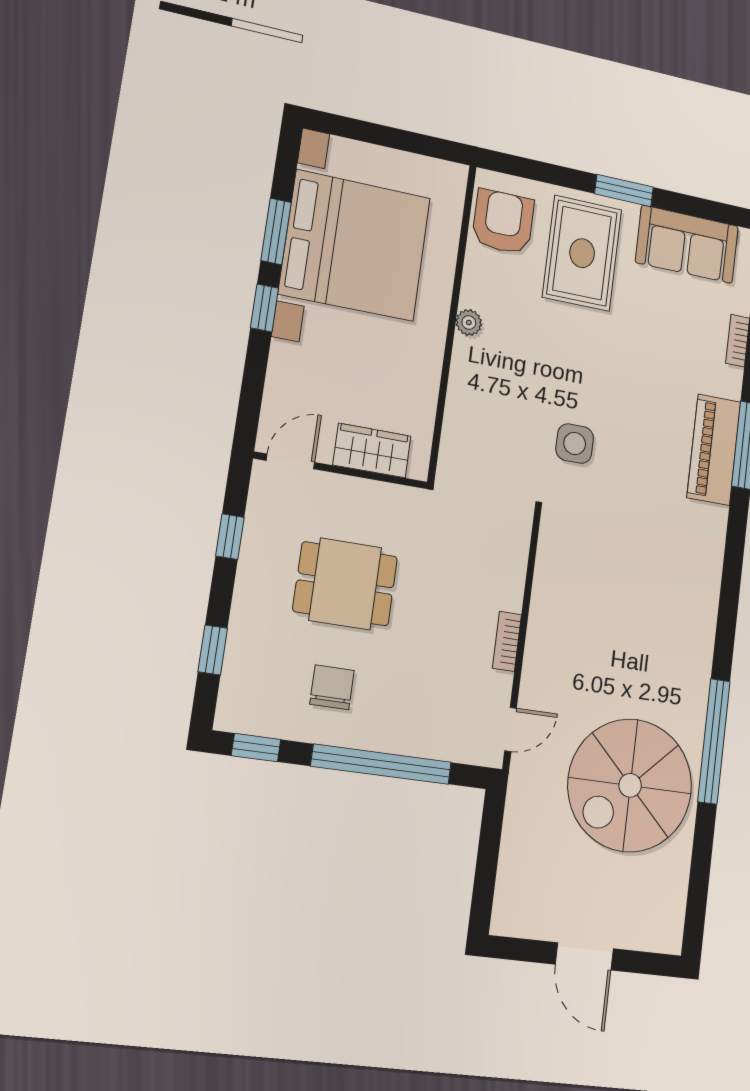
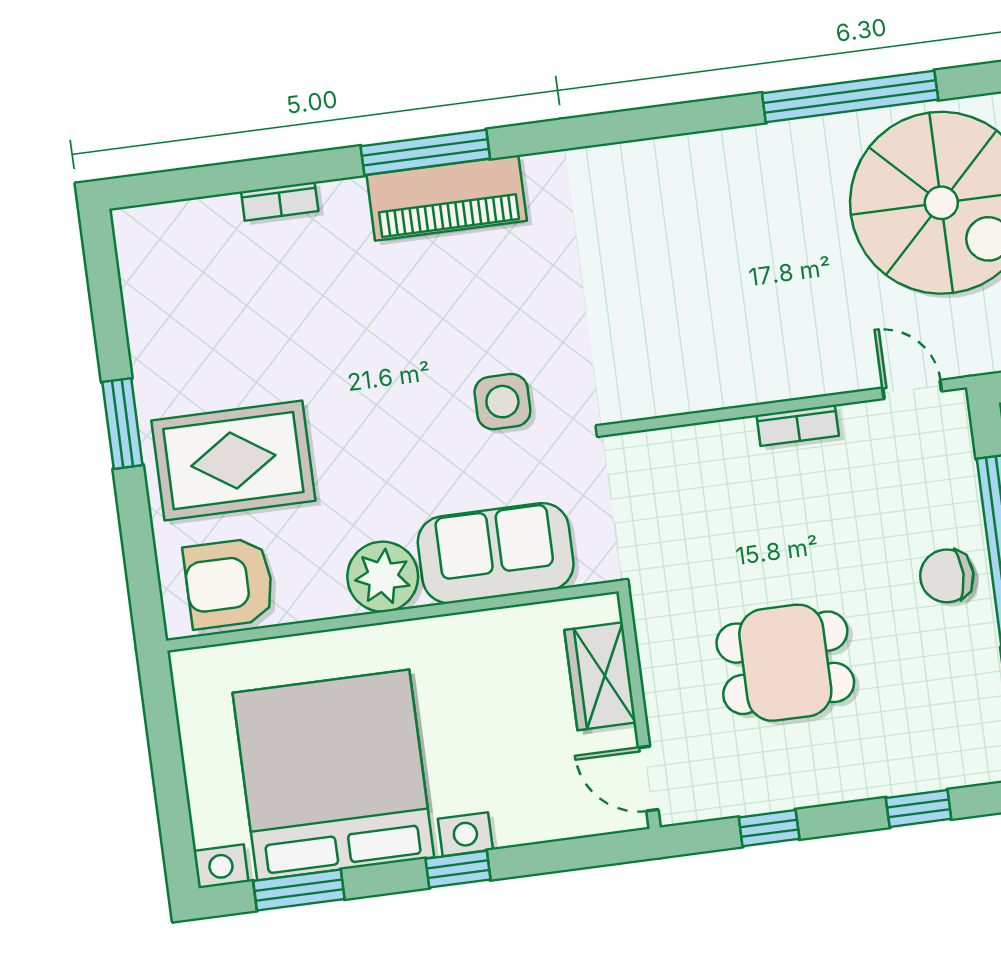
window: (276, 231) -> (299, 890), moved
sofa: (687, 244) -> (496, 553), moved, turned -90
plant: (469, 323) -> (383, 577), width x1.88, depth x1.88
dining table: (345, 584) -> (785, 663), turned 90
chair: (332, 687) -> (947, 576), moved

